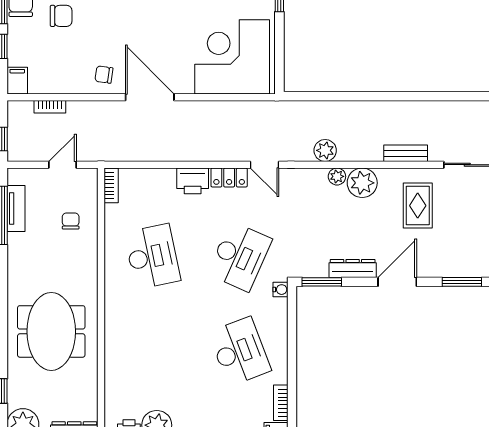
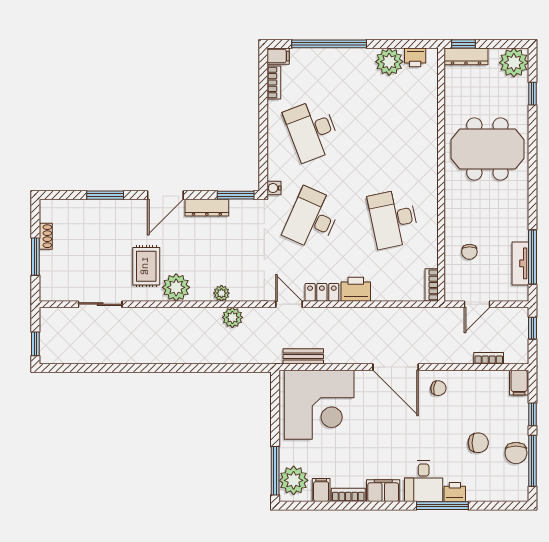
chair: (61, 16) -> (478, 443), turned 180
bench: (406, 153) -> (303, 356), moved
plant: (362, 183) -> (176, 287), moved
meeting table: (51, 331) -> (487, 149), turned 90

